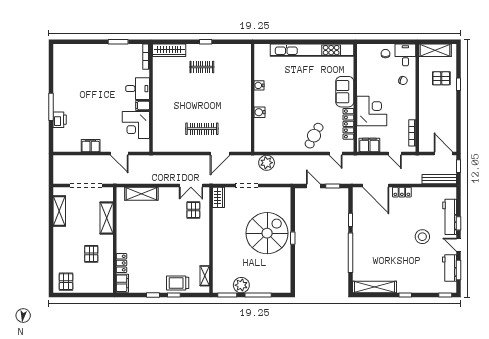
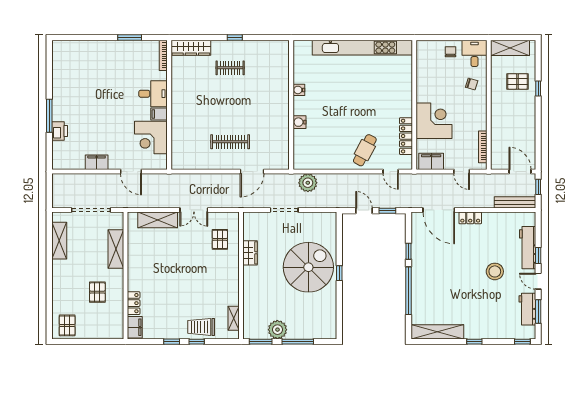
sofa: (345, 92) -> (402, 97), removed
double door: (191, 186) -> (194, 210), moved
wardrobe: (218, 197) -> (250, 253), moved

